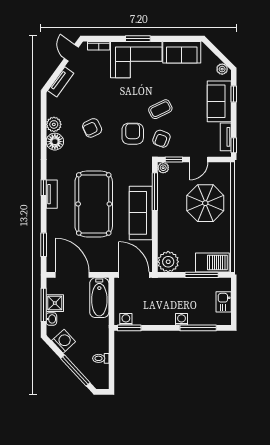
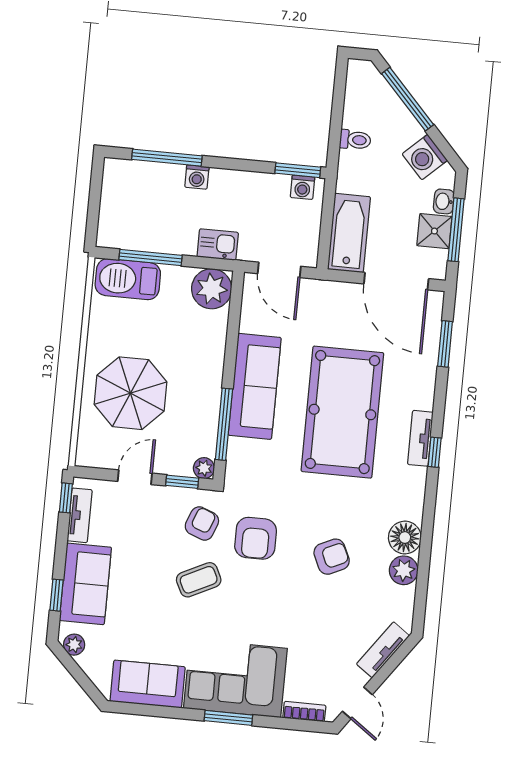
door: (134, 275) -> (279, 270), width x0.73
kitchen sink: (224, 302) -> (218, 245), moved, turned -90
toilet: (101, 358) -> (355, 140), moved

